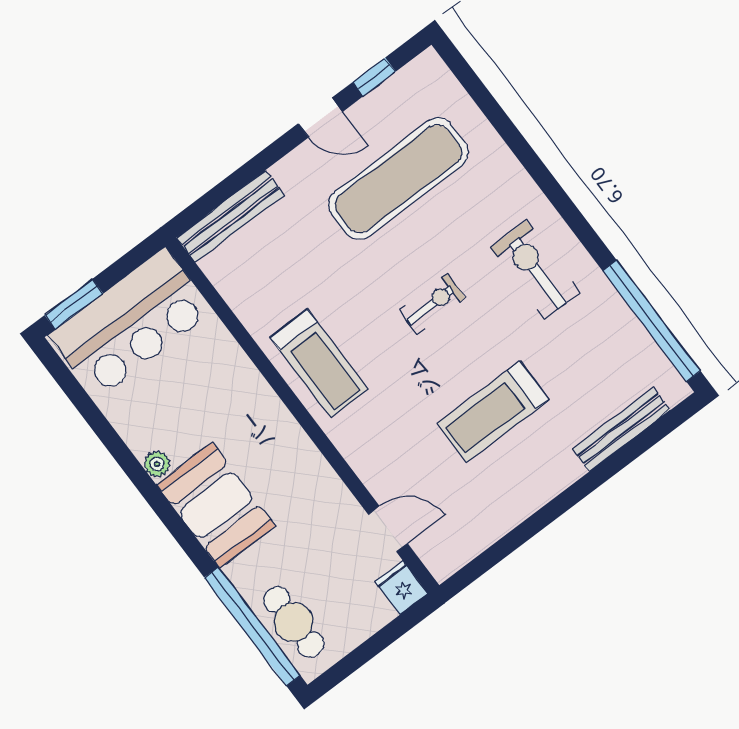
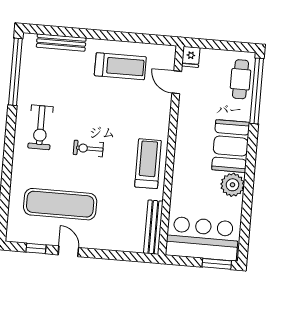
bench: (230, 216) -> (153, 227), moved, turned 90
treadmill: (493, 411) -> (120, 66), moved
plant: (157, 464) -> (232, 185), width x1.88, depth x1.88

